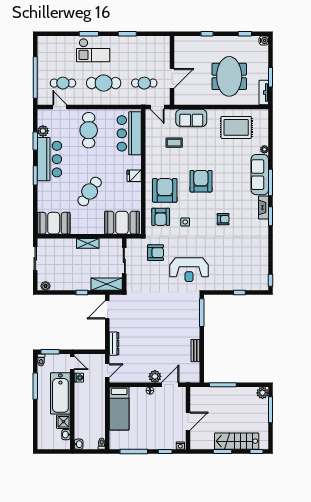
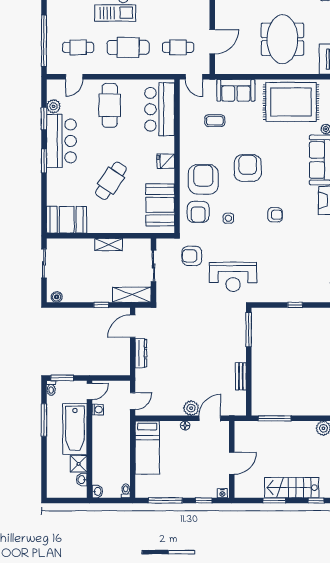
door: (60, 107) -> (74, 77), swing flipped
rug: (236, 127) -> (291, 102), width x1.37, depth x1.44
booth: (122, 223) -> (160, 205), moved, turned 90
armchair: (156, 253) -> (192, 256), turned 180
dresser: (114, 344) -> (141, 353), moved
door: (72, 363) -> (90, 391), hinge flipped

